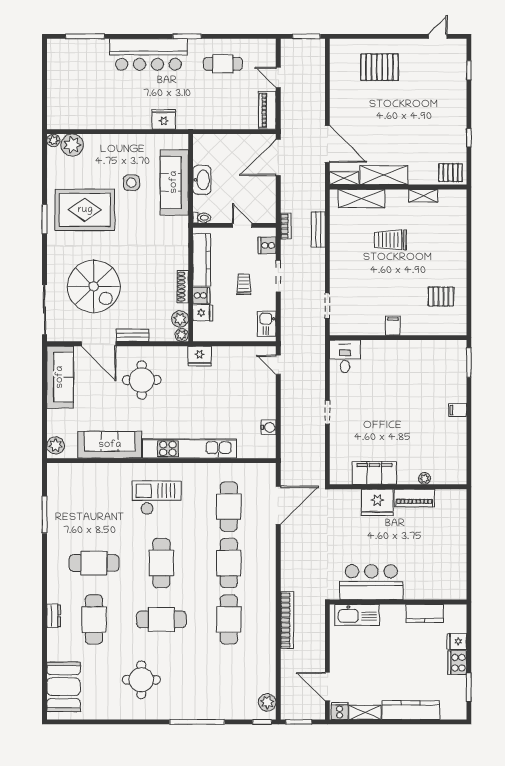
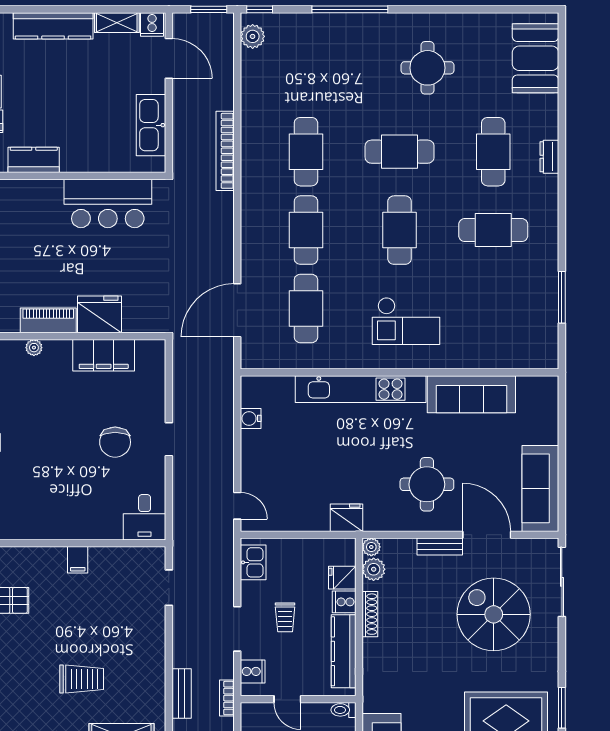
chair: (366, 410) -> (115, 442), added
plant: (56, 445) -> (547, 394), removed
kitchen sink: (357, 615) -> (151, 125), moved, turned -90

